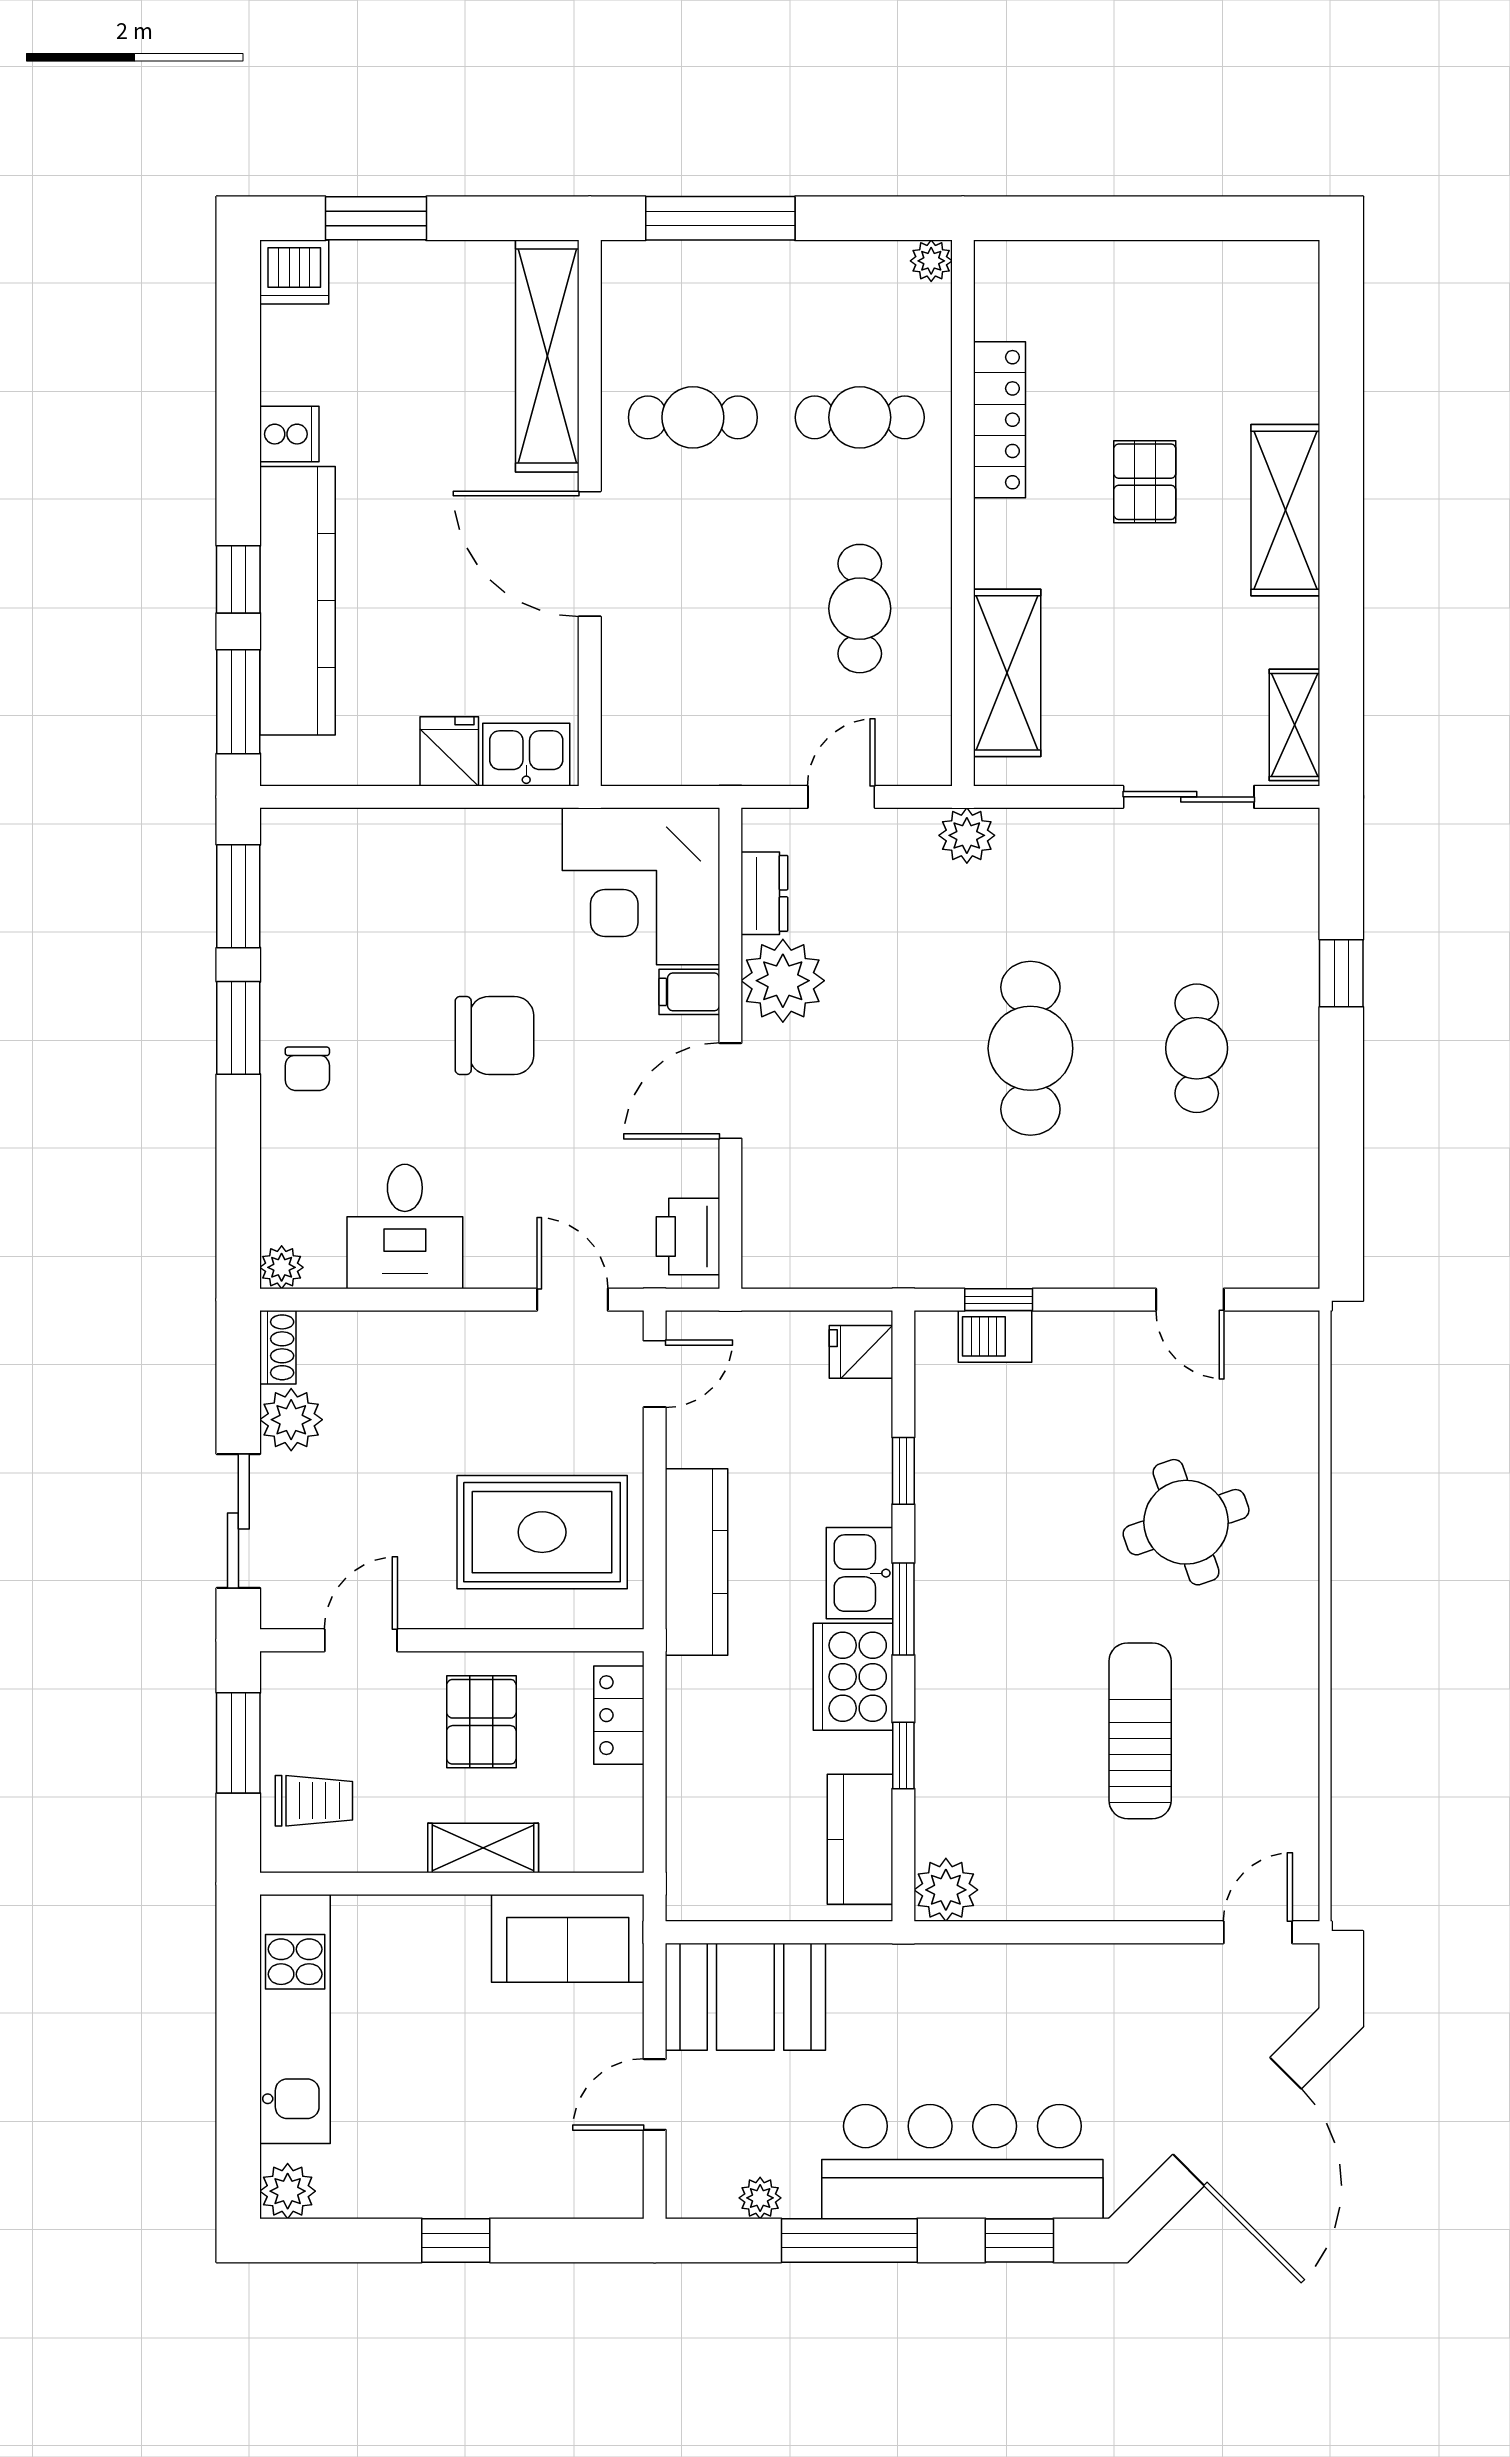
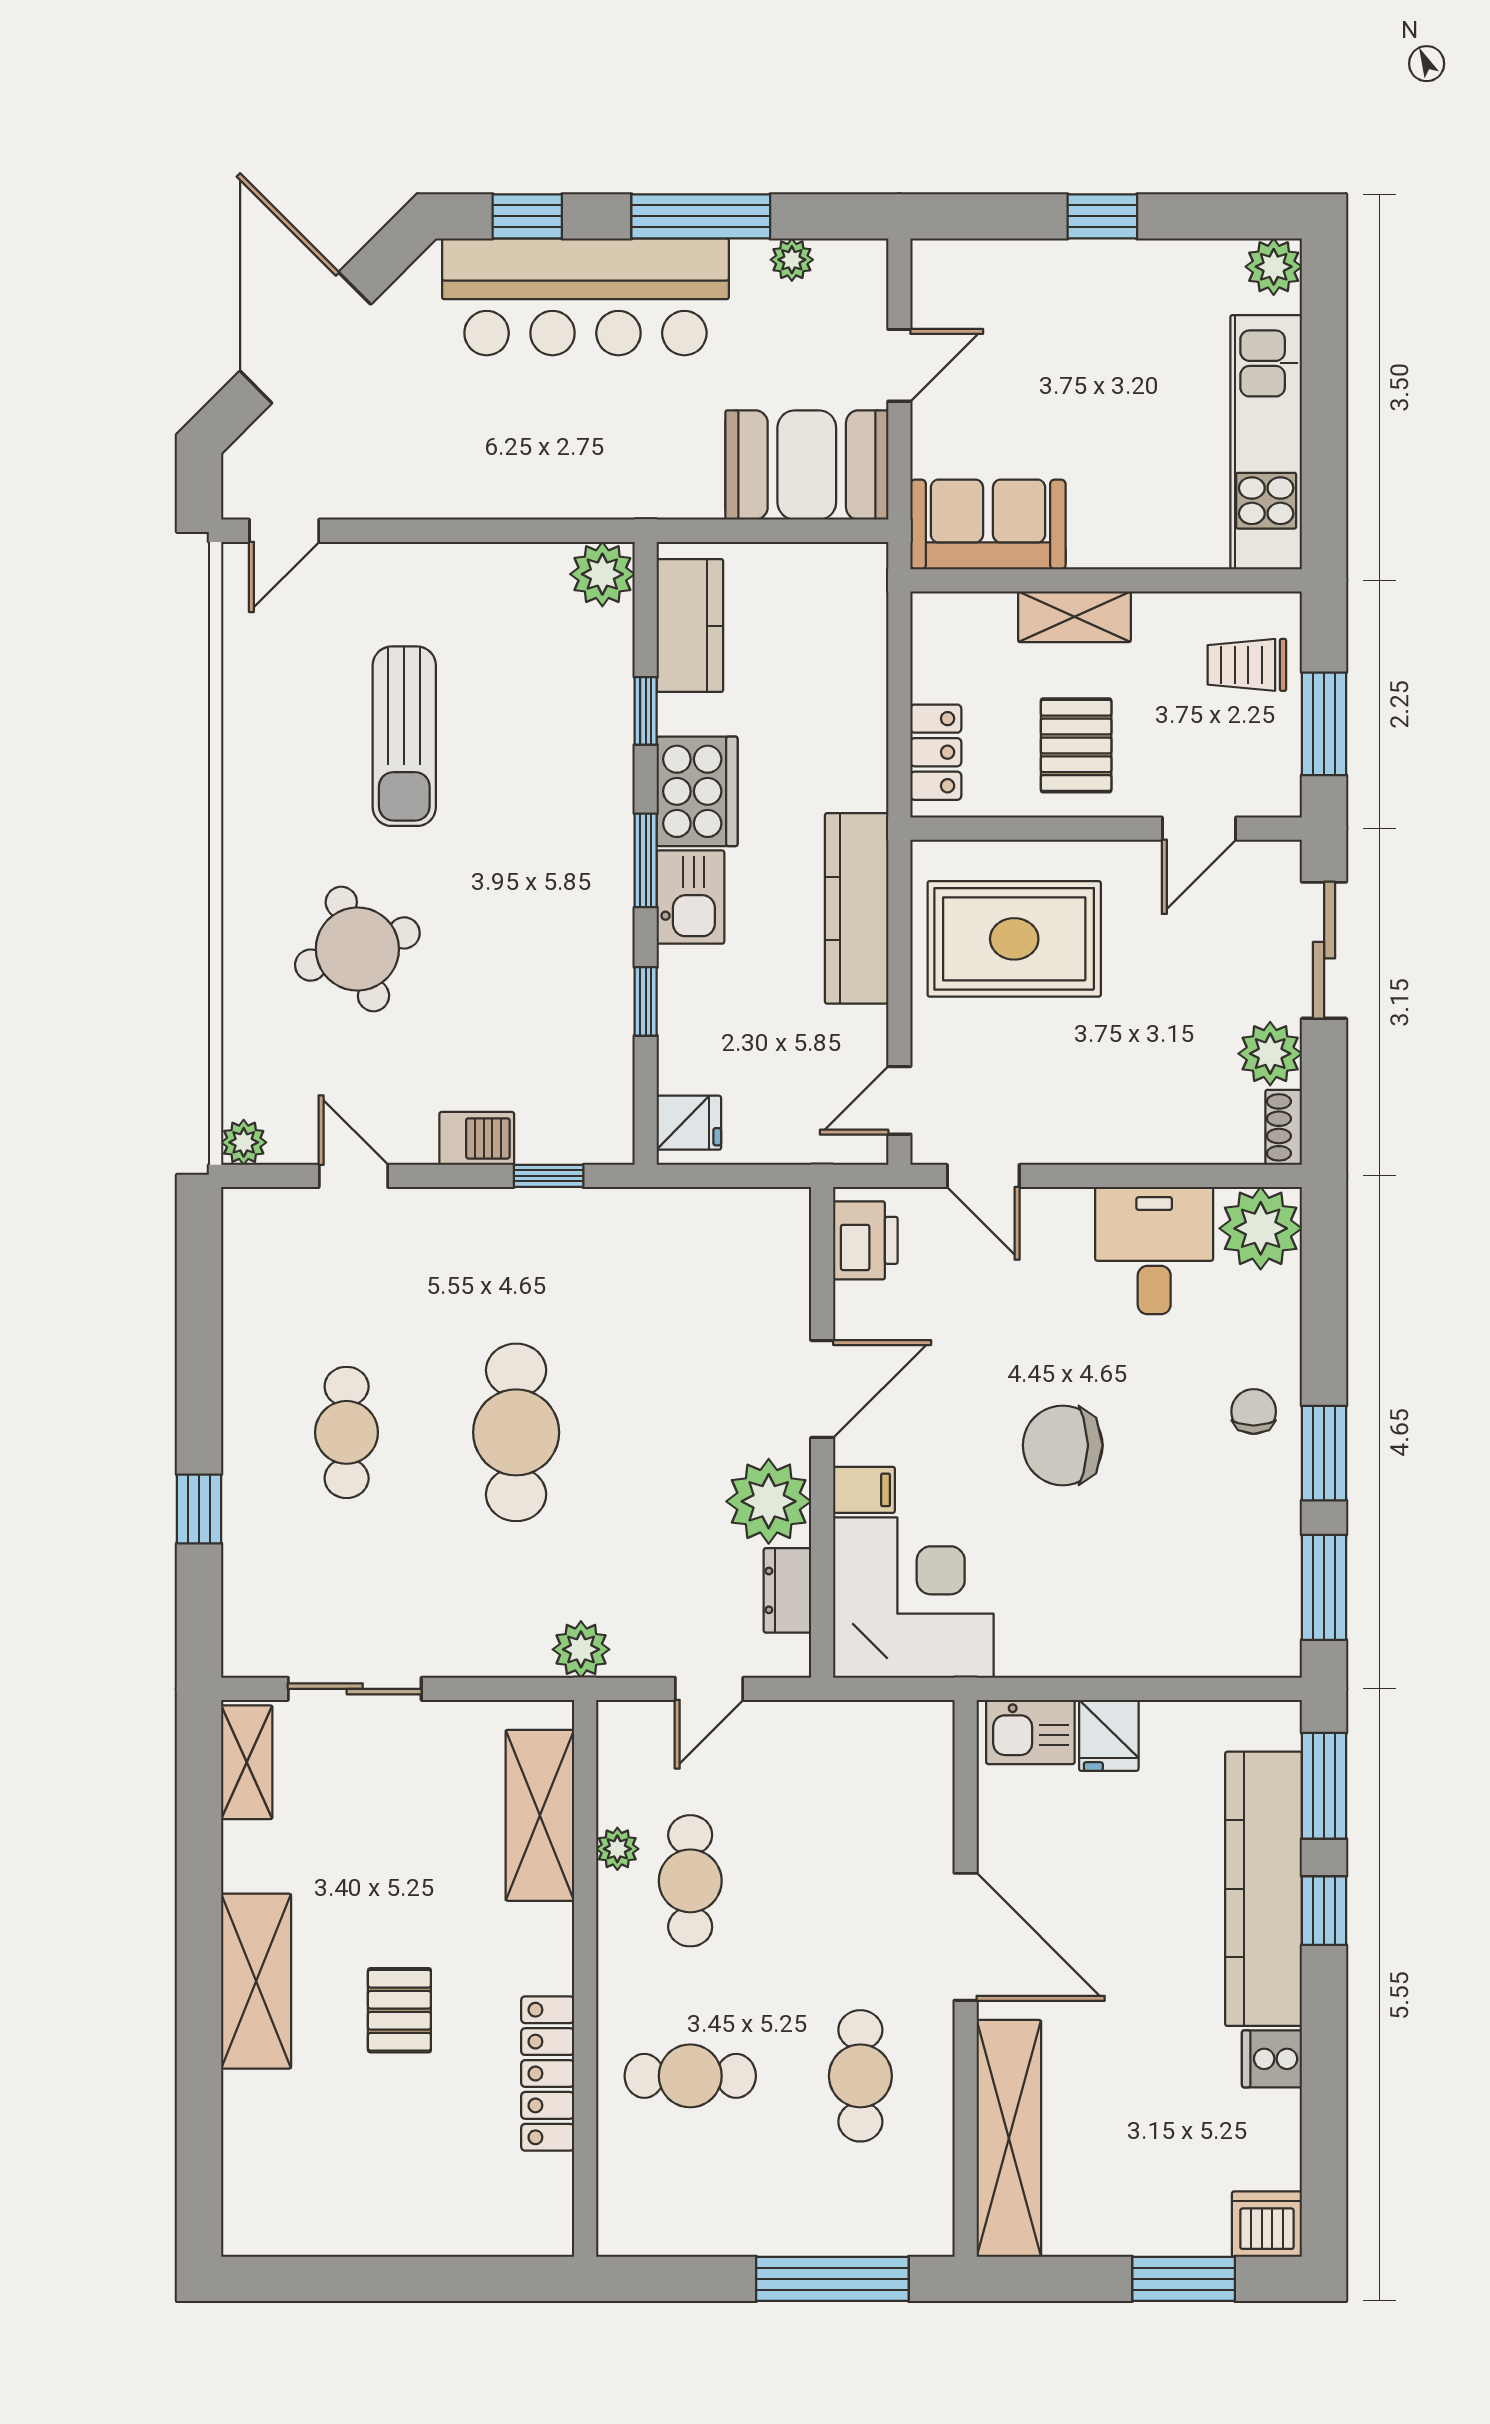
plant: (931, 261) -> (617, 1849), moved
cafe table: (693, 417) -> (860, 2076), turned 90
plant: (282, 1267) -> (1261, 1228), width x1.88, depth x1.88
plant: (1297, 1333) -> (244, 1142), added
barbecue: (995, 1336) -> (477, 1138), moved

